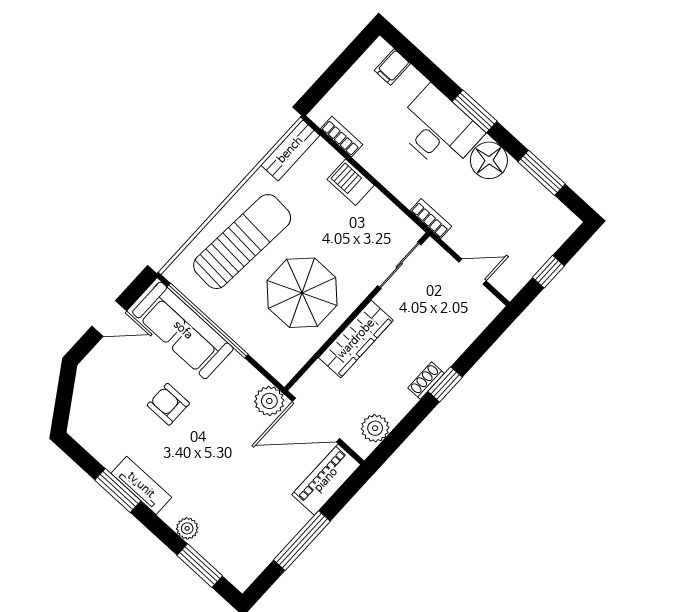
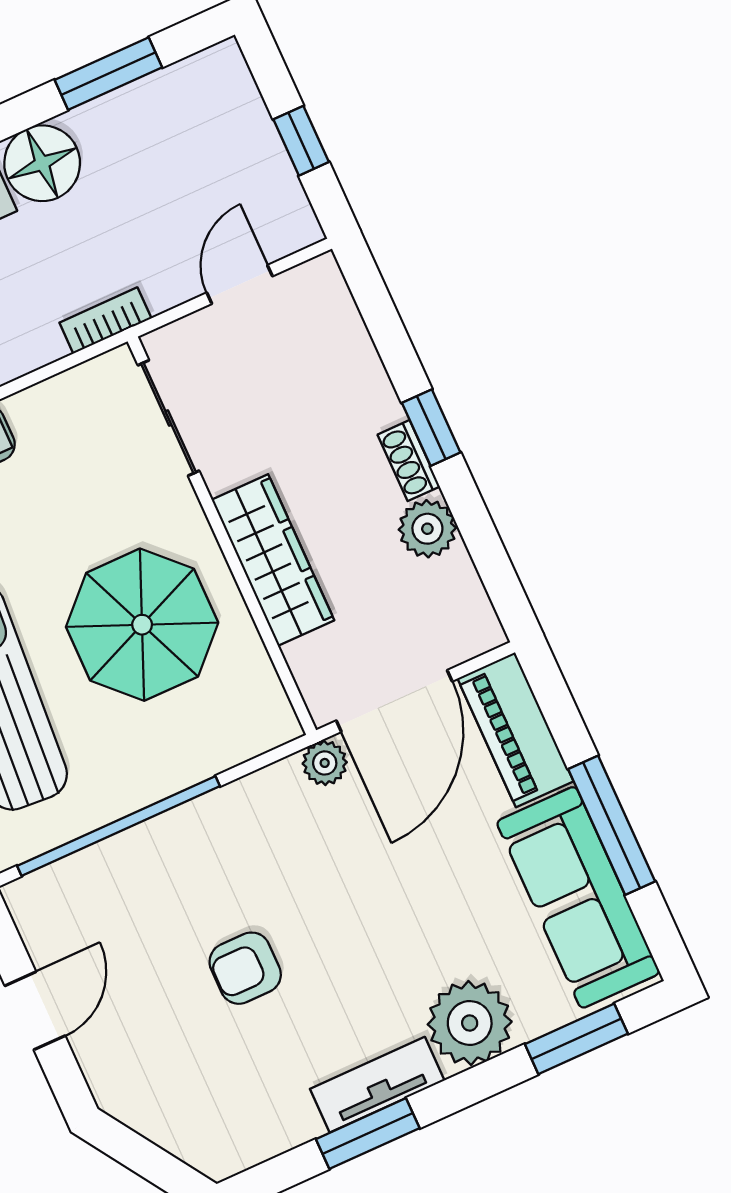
sofa: (183, 330) -> (578, 897), moved, turned 90
plant: (269, 401) -> (325, 763), width x0.73, depth x0.73
plant: (375, 428) -> (427, 529), moved
plant: (187, 528) -> (470, 1023), width x1.88, depth x1.88

